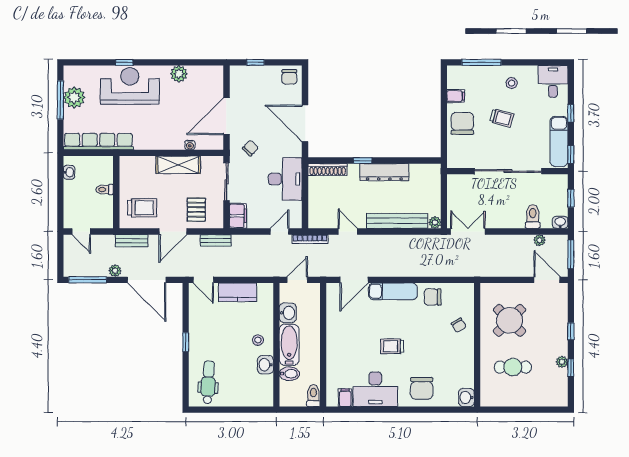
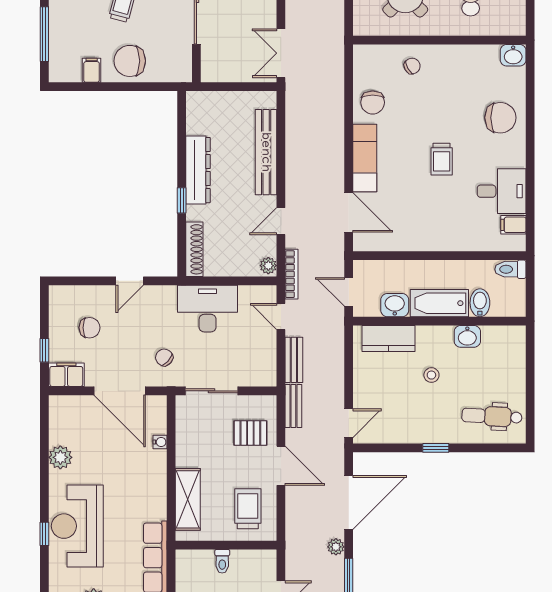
chair: (289, 77) -> (90, 328), moved
door: (305, 123) -> (130, 281), width x0.53
shelving: (178, 165) -> (188, 499), moved
filing cabinet: (238, 216) -> (66, 375), moved
plant: (435, 222) -> (268, 266), moved
bench: (132, 241) -> (294, 360), moved
kitchen counter: (238, 292) -> (388, 339), moved, turned 90
stool: (258, 340) -> (431, 375), moved
desk: (375, 389) -> (502, 191), width x0.73

